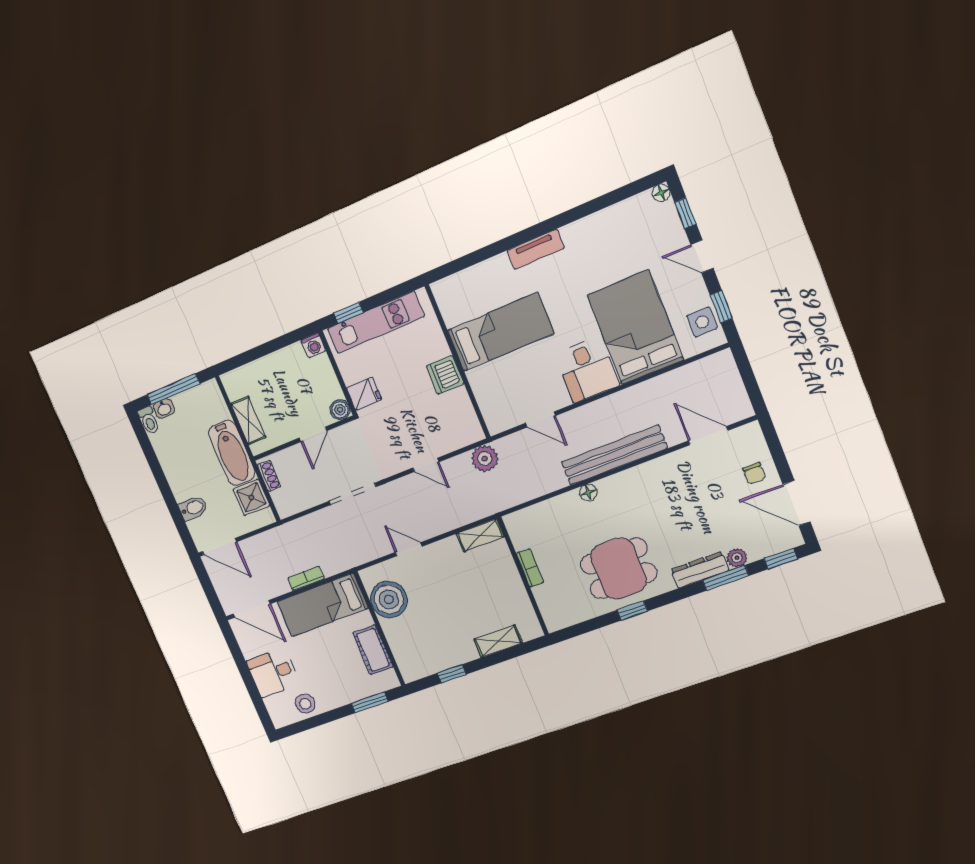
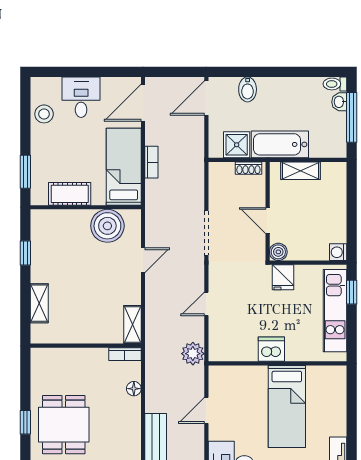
floor lamp: (588, 493) -> (134, 389), moved
bookcase: (530, 568) -> (125, 354), moved

